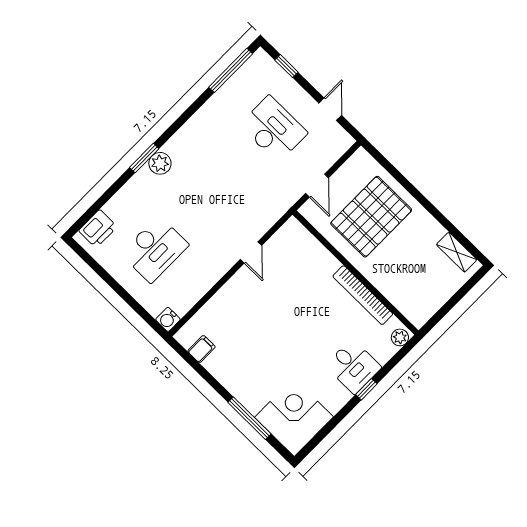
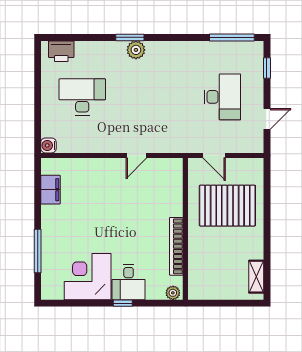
door: (317, 186) -> (214, 155), hinge flipped
desk: (155, 249) -> (82, 97), turned 180
filing cabinet: (201, 349) -> (51, 190), width x2.00
corner desk: (294, 417) -> (88, 277), moved, turned -90

